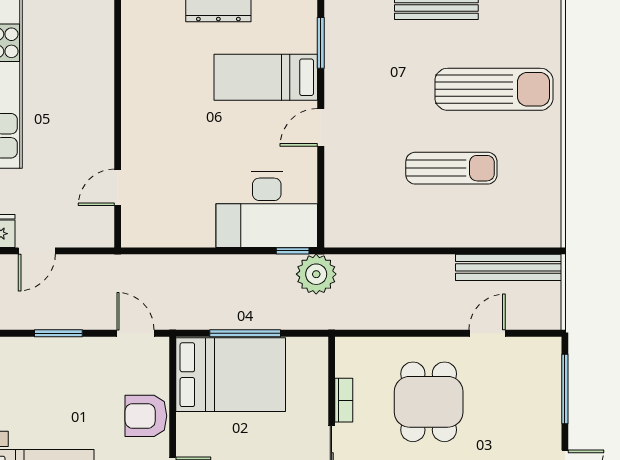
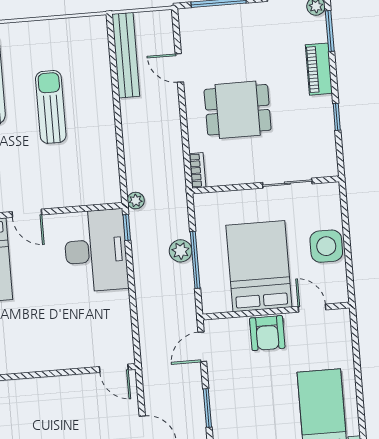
door: (118, 187) -> (114, 368), moved
plant: (316, 274) -> (136, 201), width x0.53, depth x0.53
plant: (258, 316) -> (181, 251), added
bed: (231, 375) -> (259, 266), moved
bookcase: (344, 400) -> (197, 170), moved, turned 90

